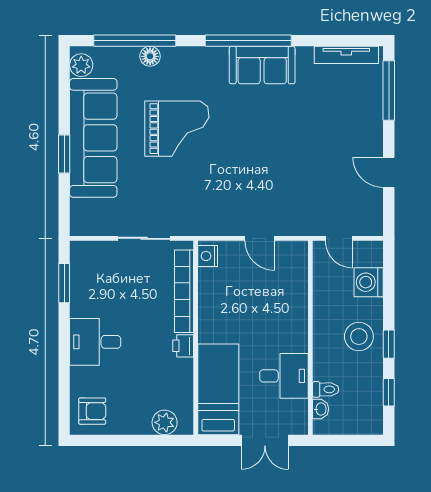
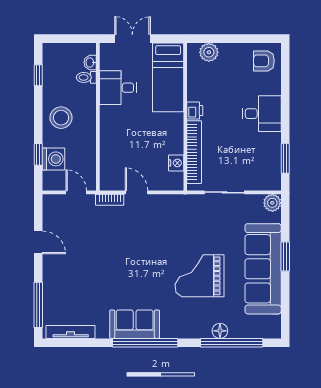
plant: (81, 65) -> (272, 203), moved
bookcase: (295, 229) -> (110, 200), added
nightstand: (208, 256) -> (176, 163), moved
window: (389, 344) -> (38, 154), moved

